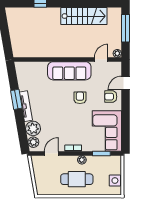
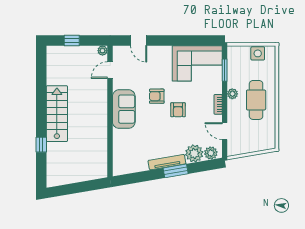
stairs: (84, 16) -> (57, 114), moved
window: (126, 28) -> (72, 40), width x0.46
door: (101, 60) -> (110, 70), hinge flipped
sofa: (69, 71) -> (124, 109), width x0.73
armchair: (111, 97) -> (178, 110), moved
window: (16, 99) -> (176, 171), moved

